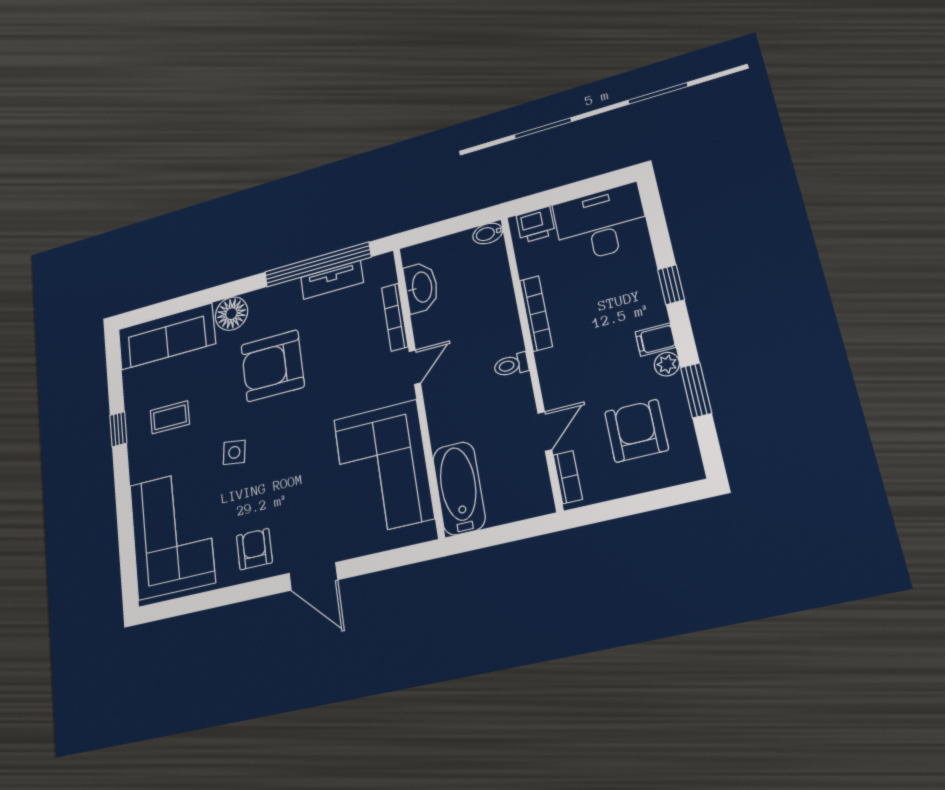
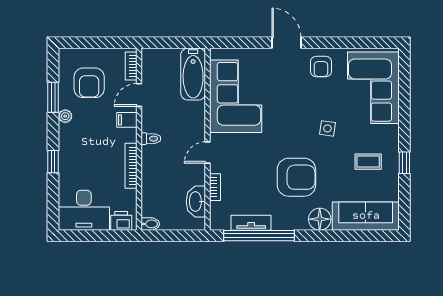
bookcase: (395, 317) -> (215, 187), width x0.64
filing cabinet: (655, 340) -> (127, 120), moved, turned 180

